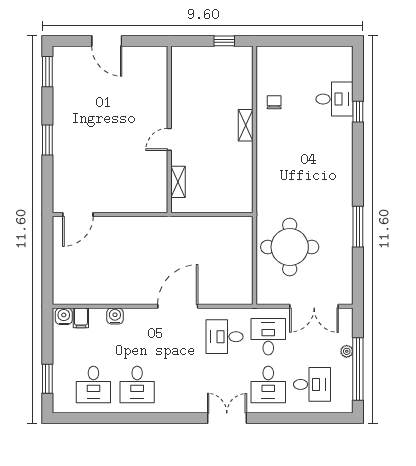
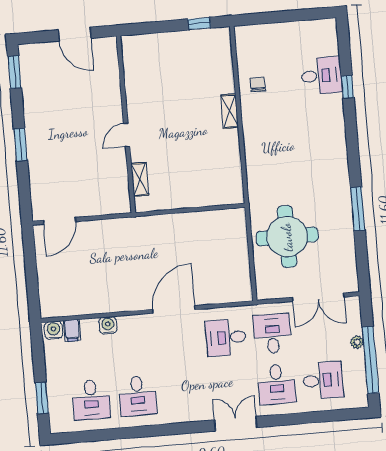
wall: (169, 129) -> (126, 124), moved
door: (169, 139) -> (127, 135), moved
shelving: (178, 182) -> (140, 179), moved

